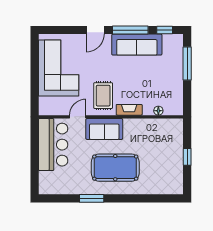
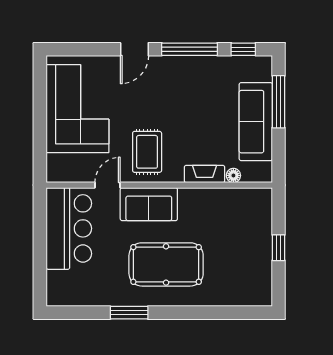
sofa: (137, 45) -> (256, 122), moved, turned 90
fireplace: (129, 110) -> (204, 174), moved

